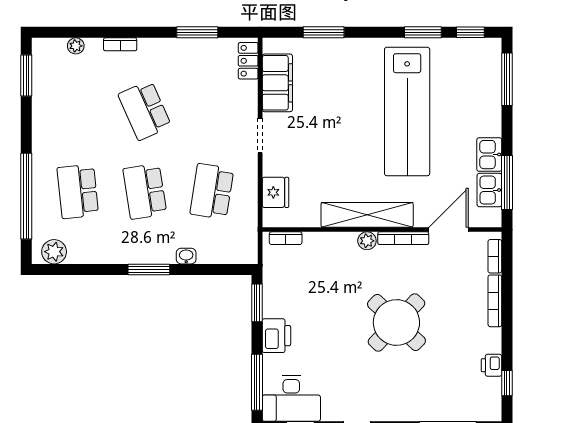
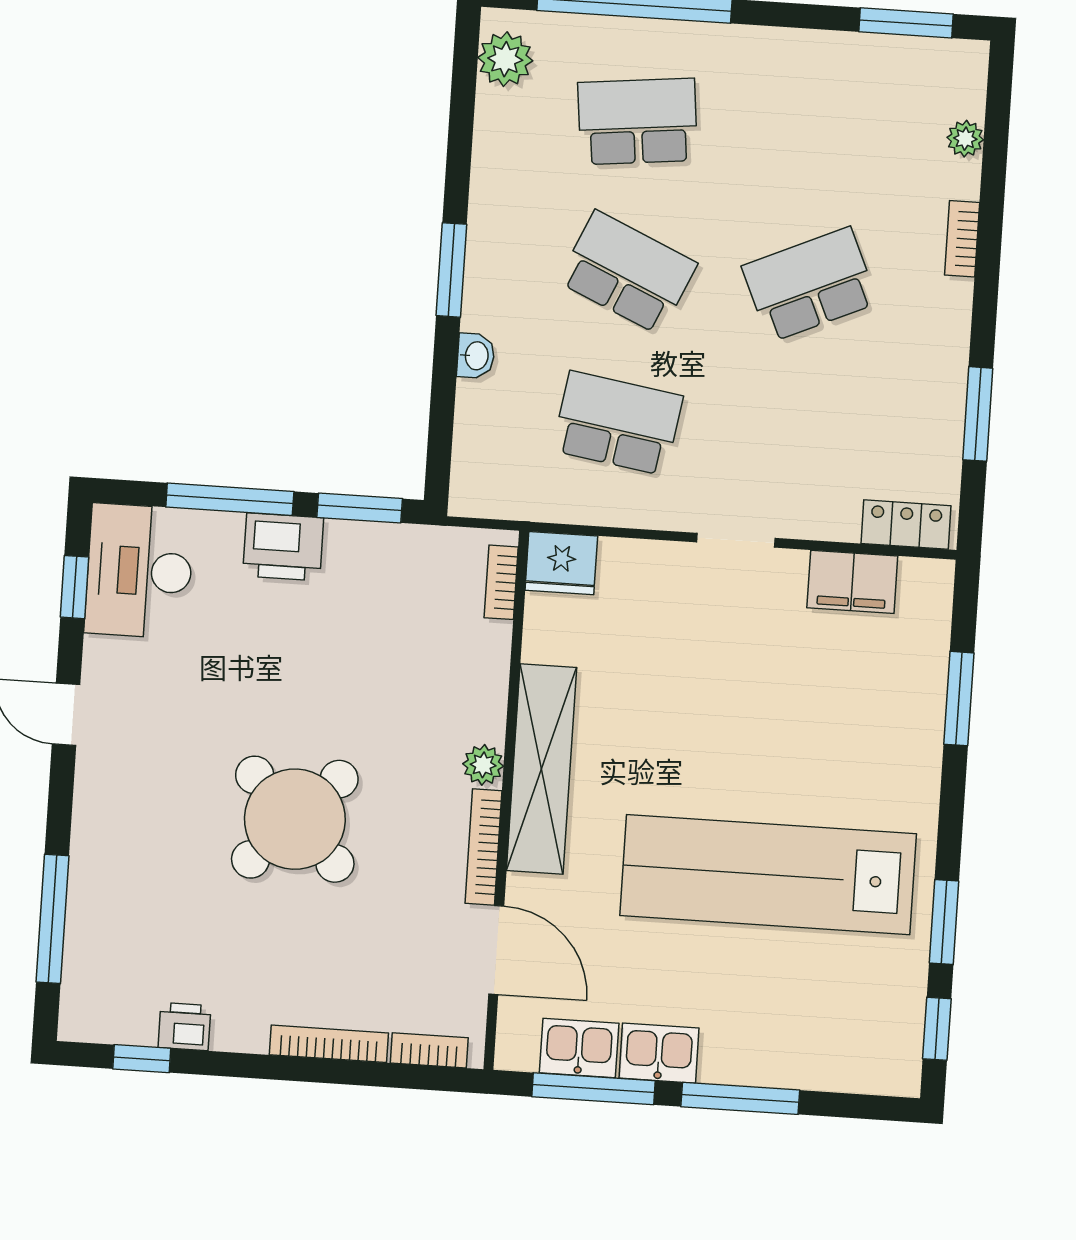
window: (507, 79) -> (740, 1098), moved
filing cabinet: (277, 83) -> (852, 582), width x0.67, depth x0.86
school desk: (145, 191) -> (628, 272), turned 33
fridge: (275, 192) -> (561, 563), moved
window: (257, 382) -> (230, 499), moved

